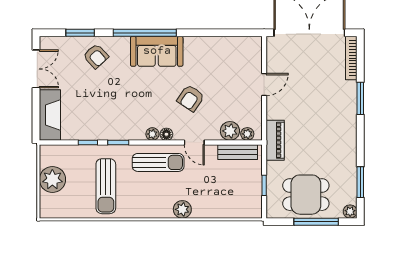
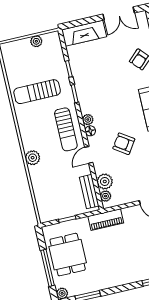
plant: (52, 179) -> (36, 41), width x0.53, depth x0.53

